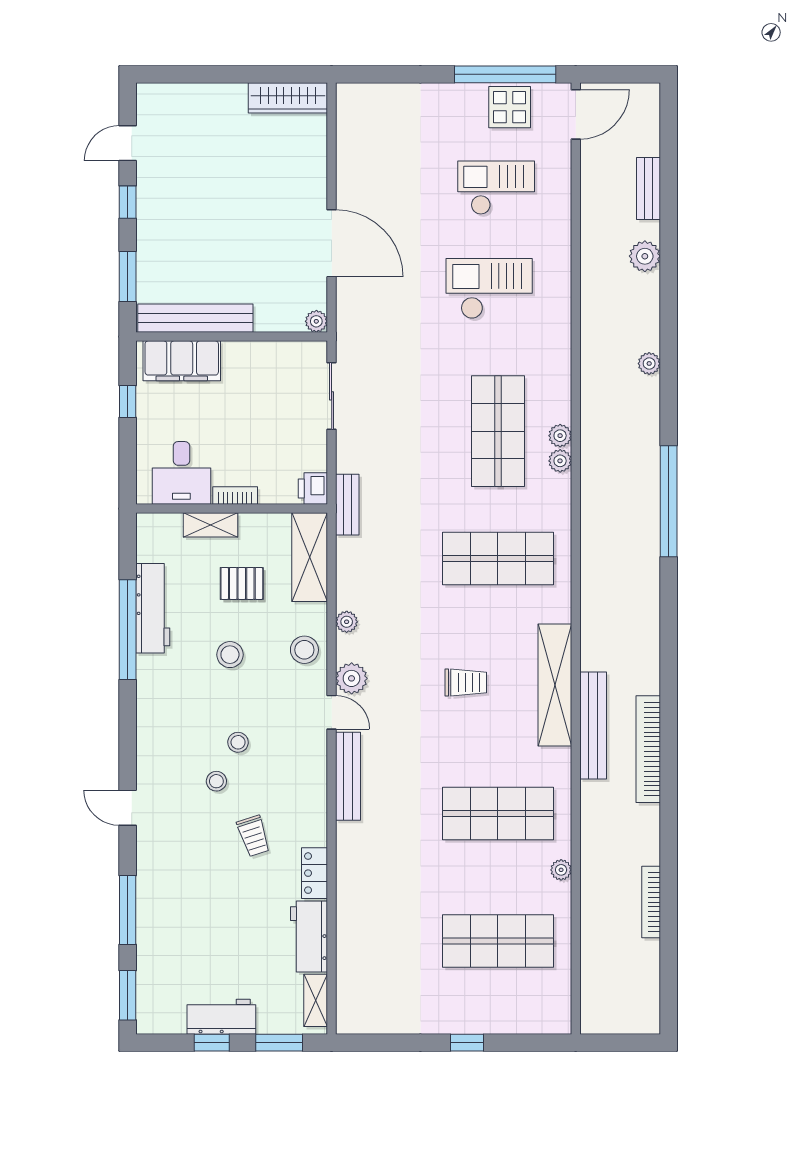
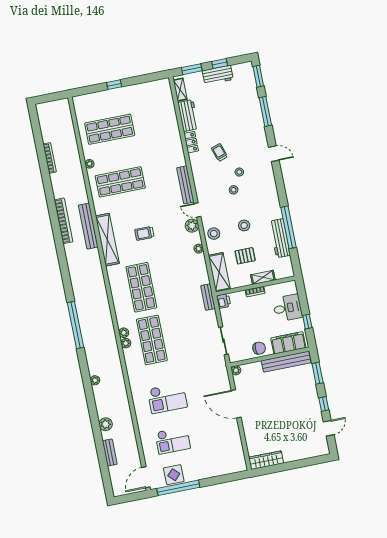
chair: (252, 362) -> (259, 348), added
desk: (181, 473) -> (287, 308), moved, turned 90
shop shelf: (498, 559) -> (141, 287), turned 90

